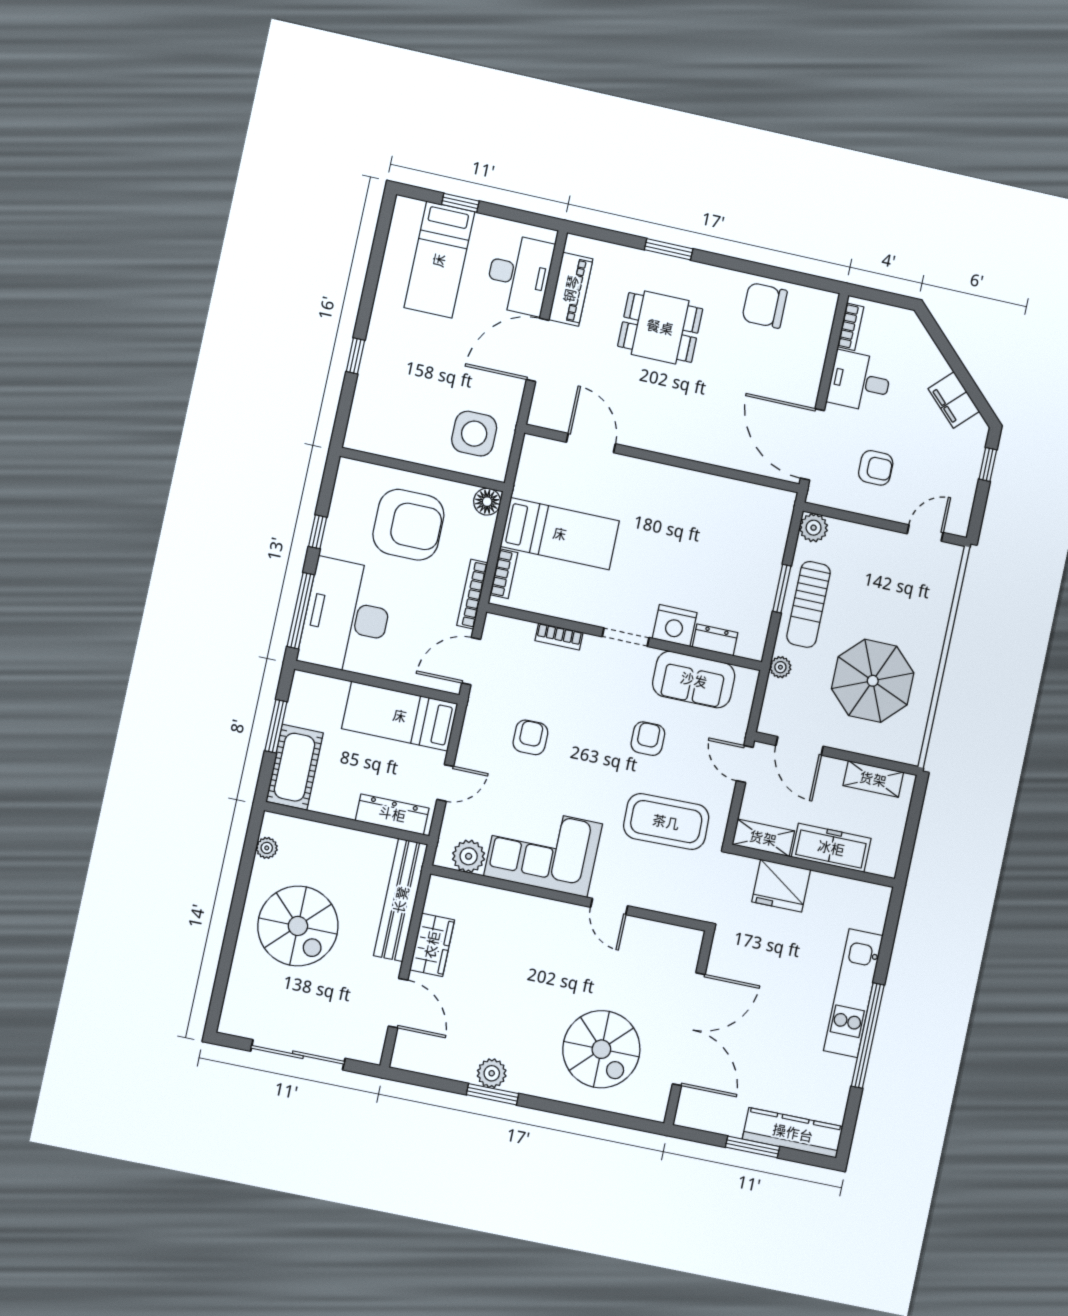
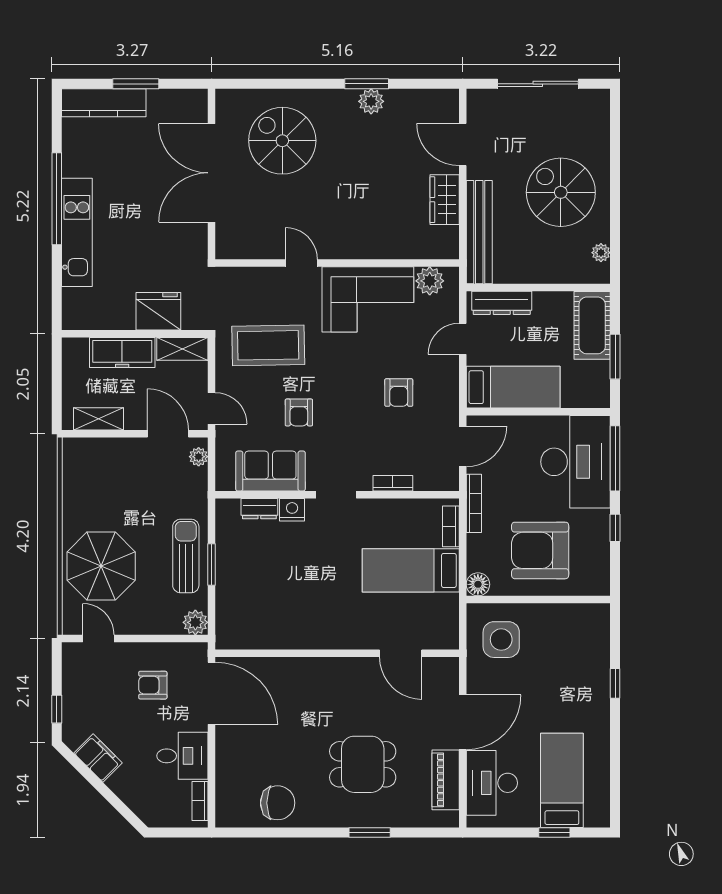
door: (925, 533) -> (98, 639), swing flipped
nightstand: (675, 625) -> (292, 510), width x0.74, depth x0.75
plant: (780, 667) -> (199, 457), moved
parasol: (873, 681) -> (101, 566), moved

